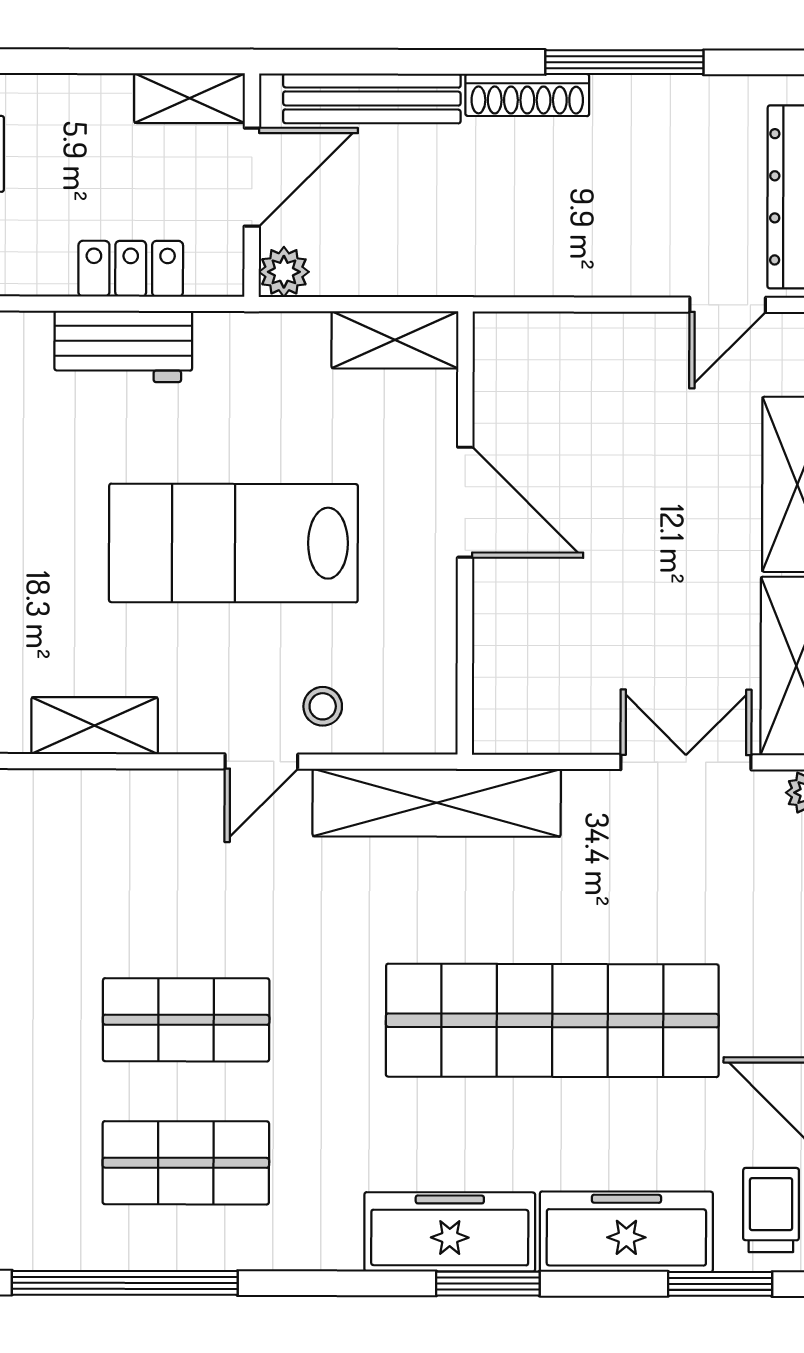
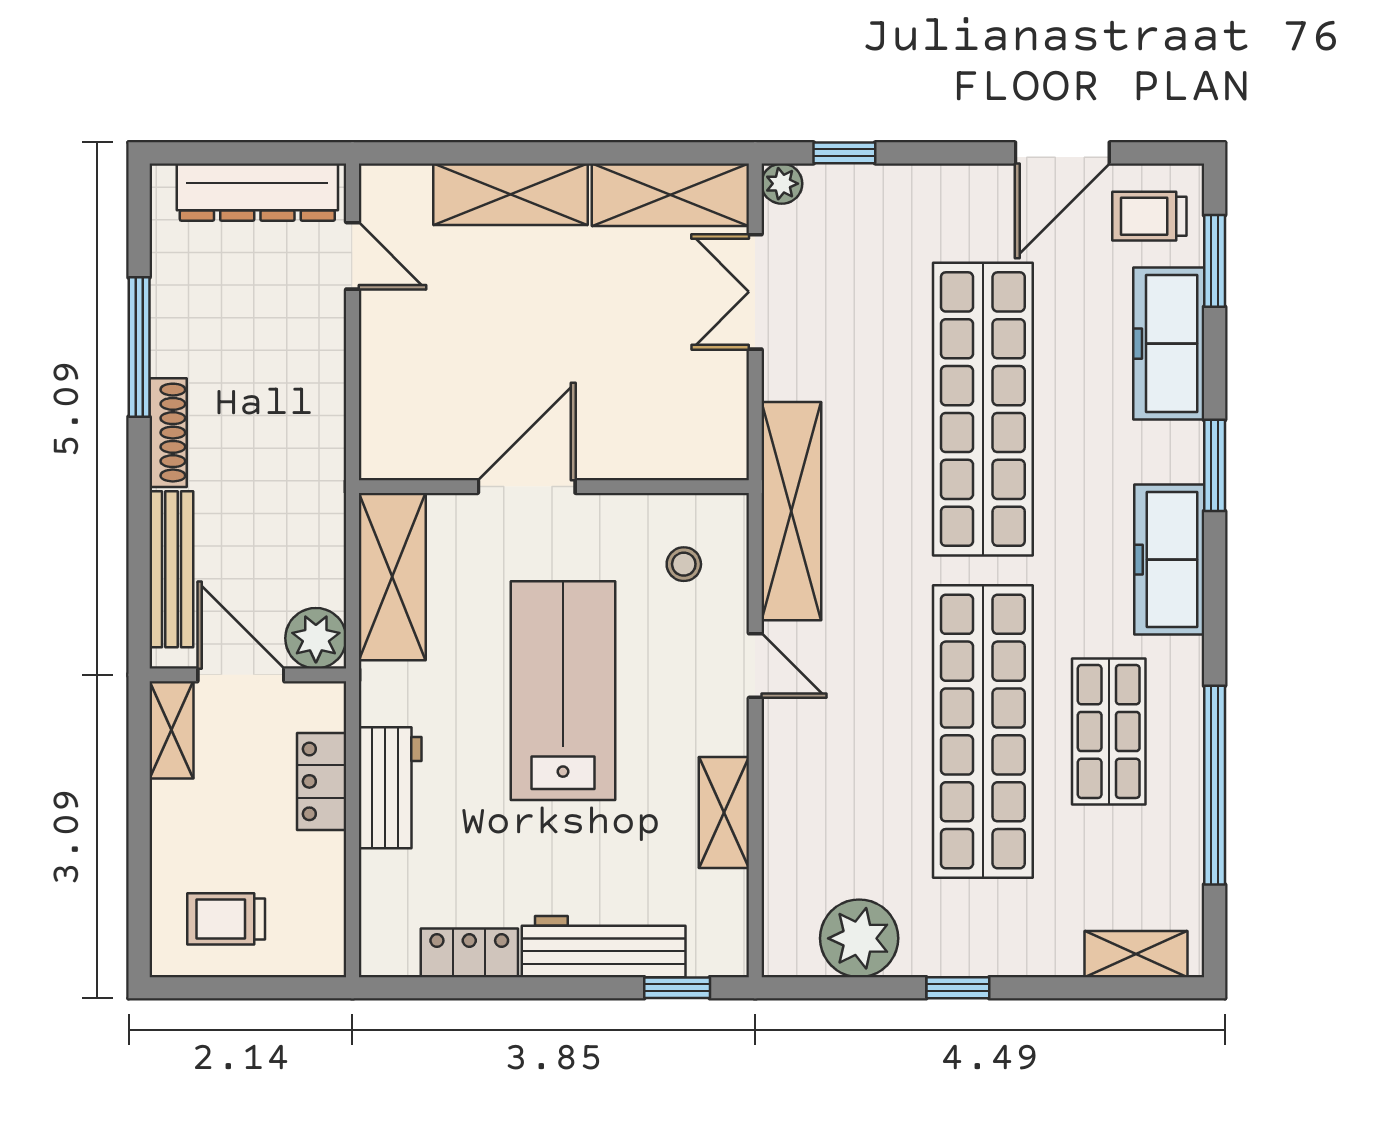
plant: (284, 272) -> (316, 638), width x1.38, depth x1.38
shelving: (395, 340) -> (392, 577), width x1.50, depth x1.33
lab bench: (233, 543) -> (563, 691), turned 180
stool: (323, 706) -> (684, 564), moved
shop shelf: (186, 1020) -> (983, 731), width x2.00, depth x1.36
freezer: (450, 1232) -> (1169, 560), moved

